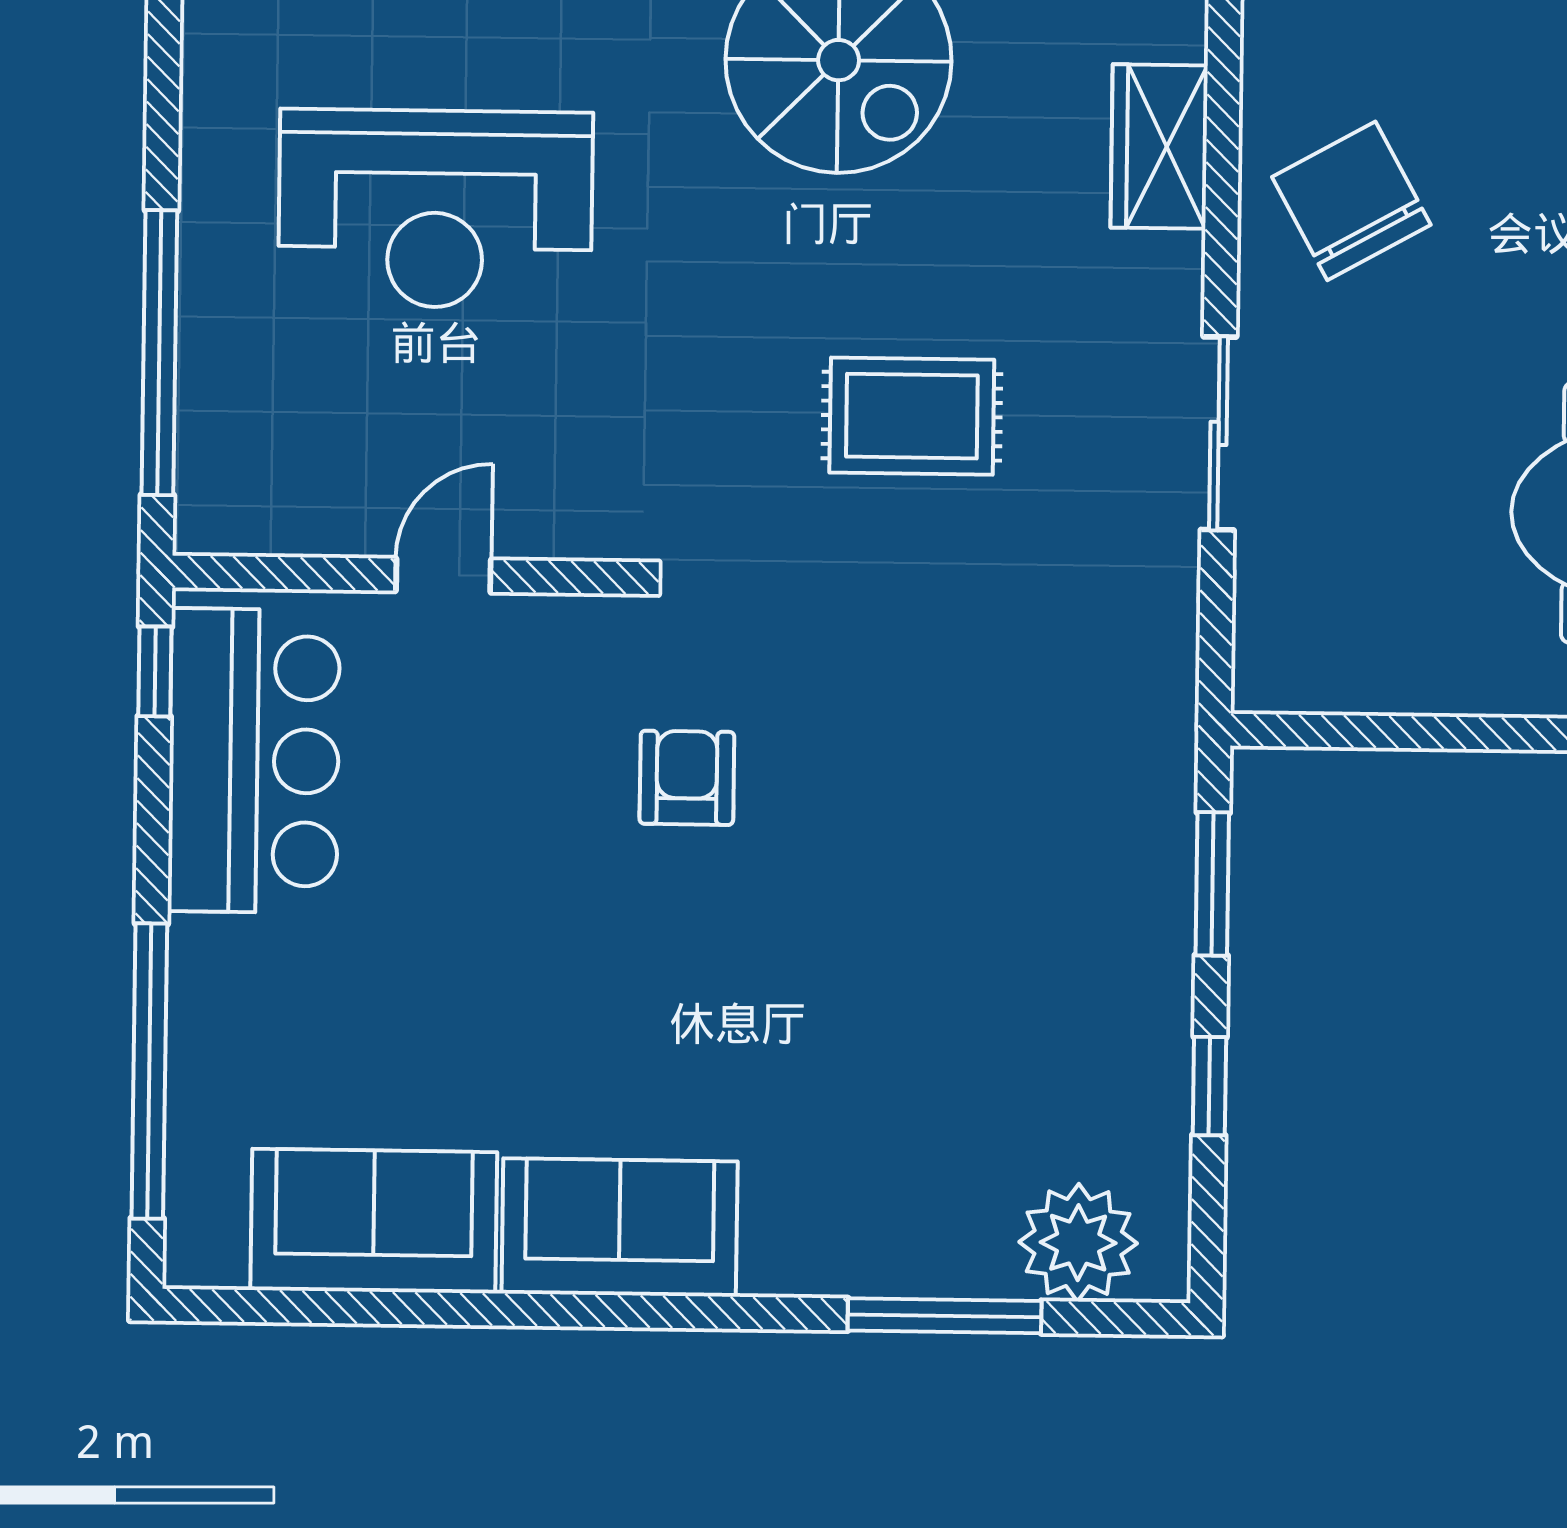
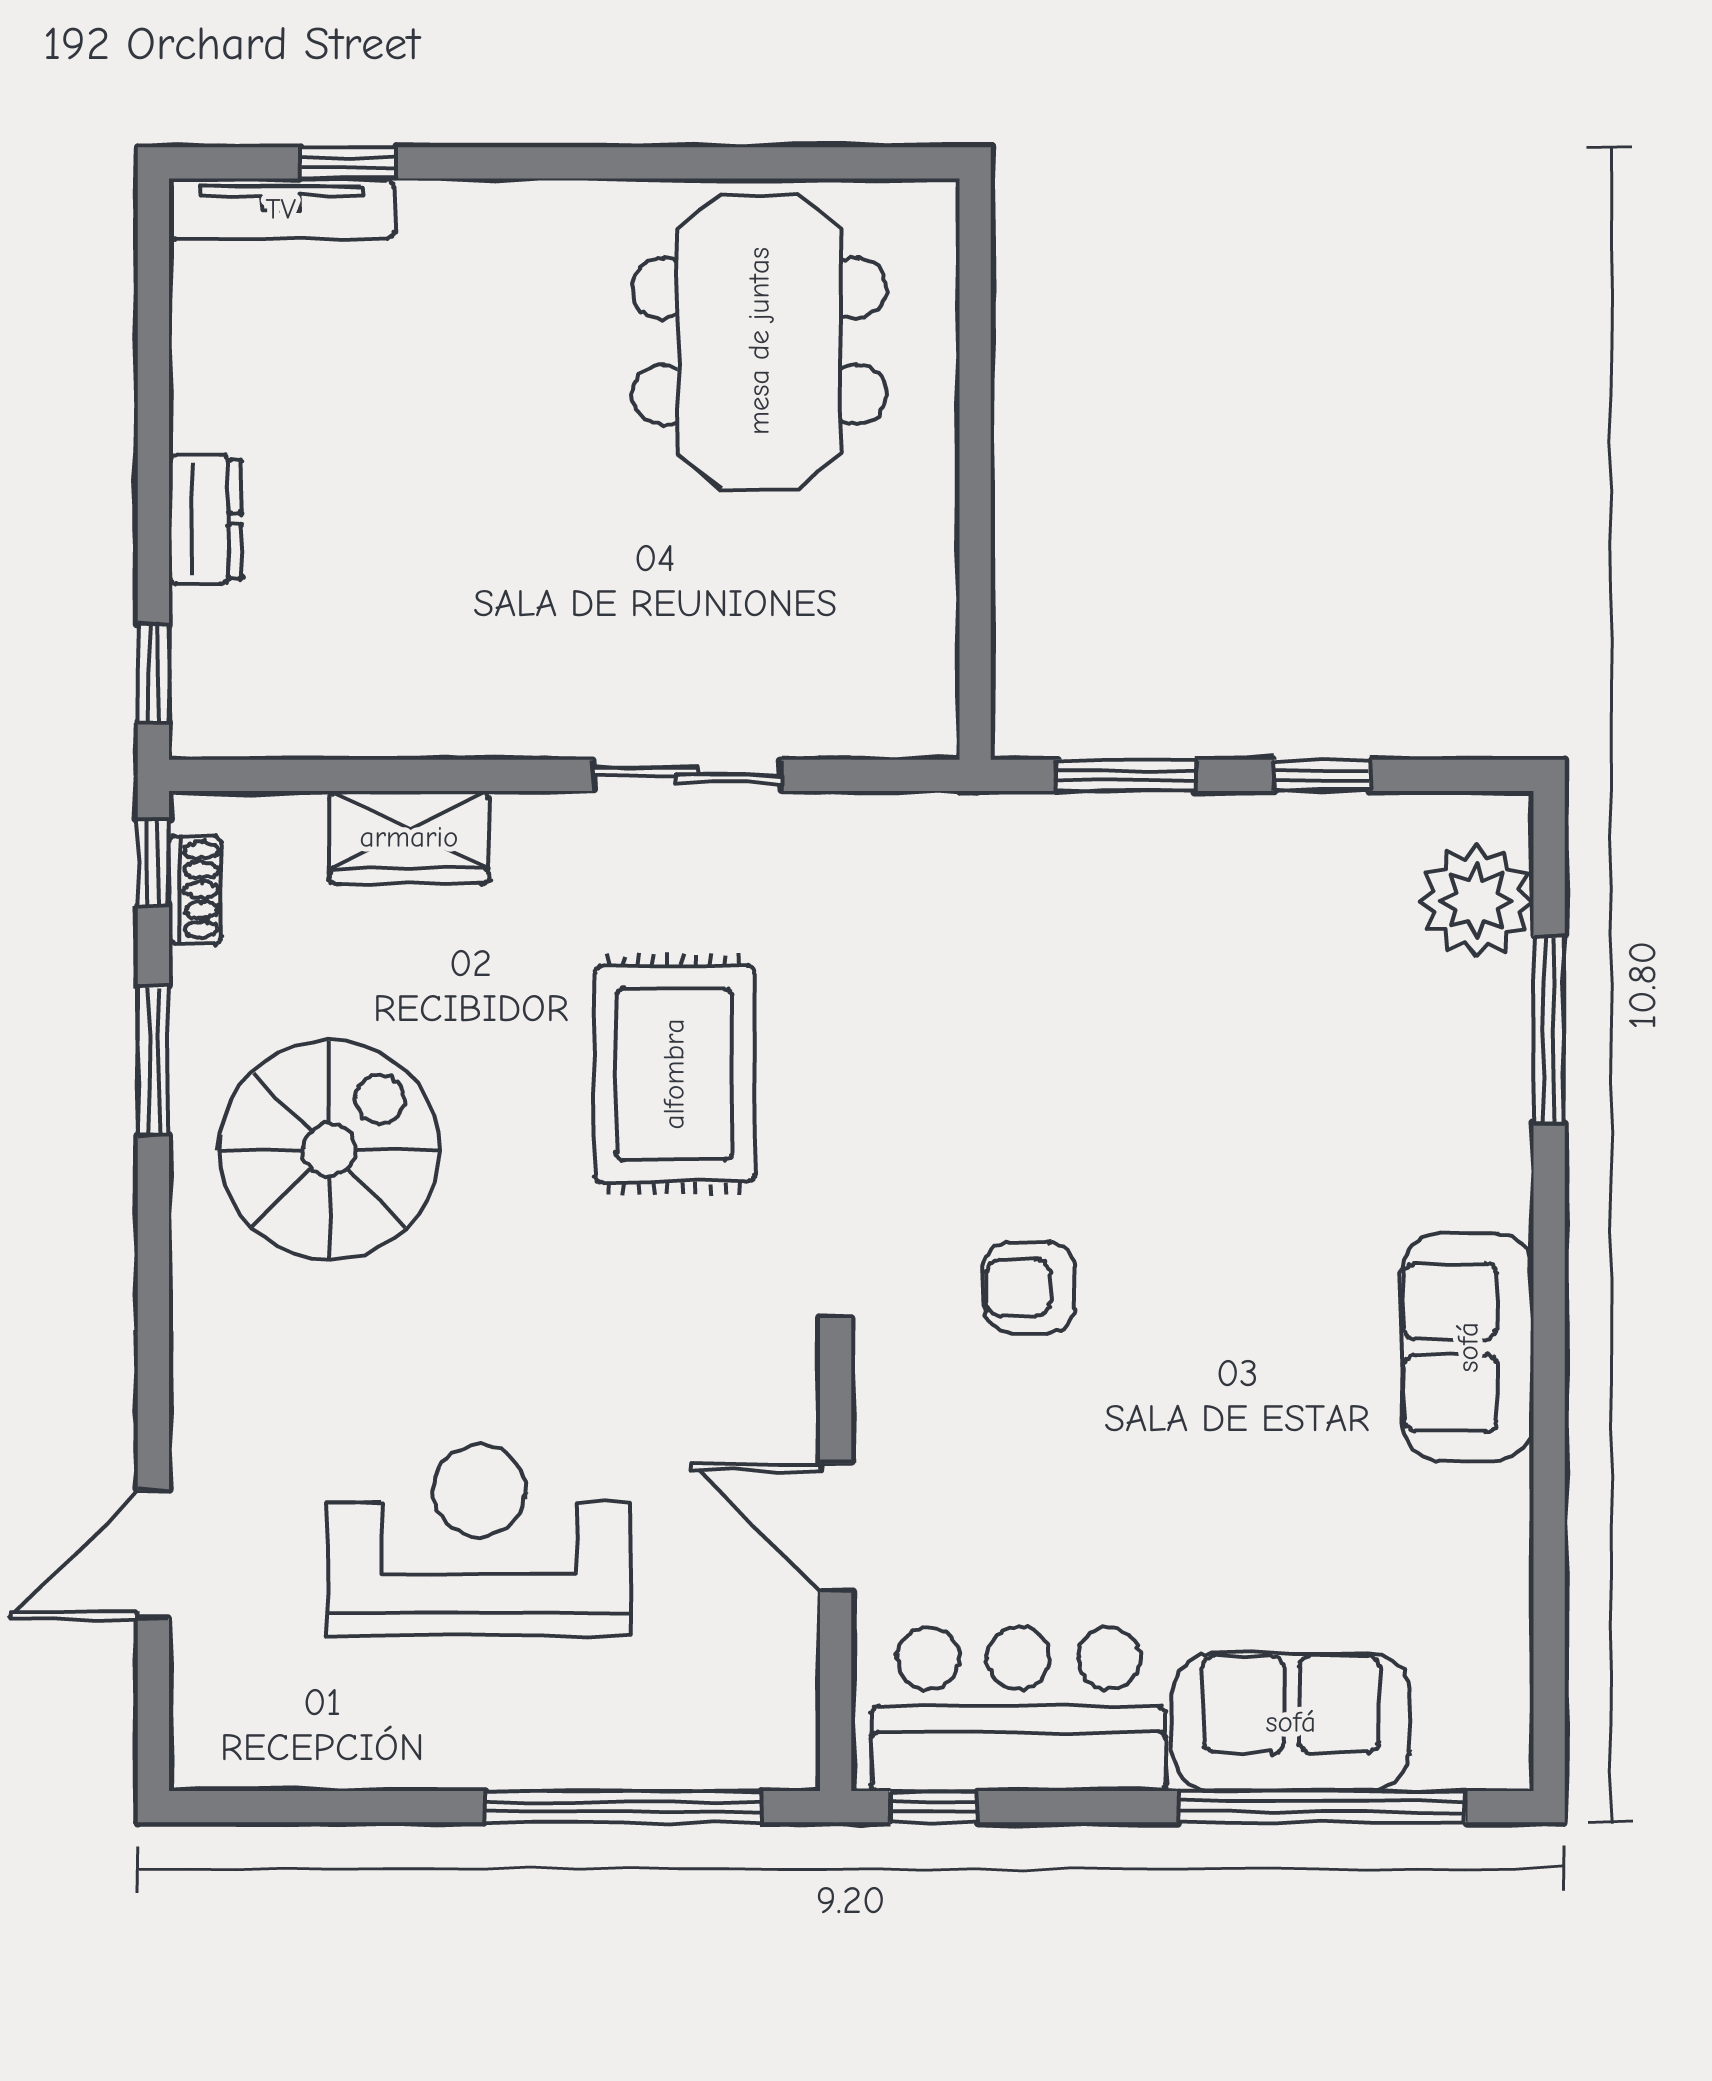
chair: (1351, 201) -> (459, 649), removed
reception desk: (435, 209) -> (479, 1540), turned -90
rug: (912, 416) -> (674, 1074), width x1.36, depth x1.43
door: (443, 575) -> (836, 1527), width x1.38
sofa: (374, 1221) -> (1291, 1722), moved, turned 90

